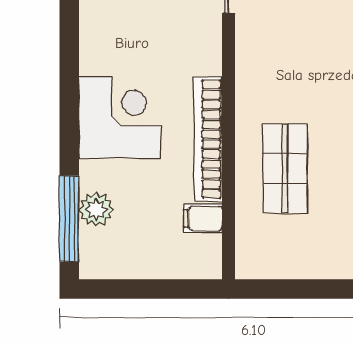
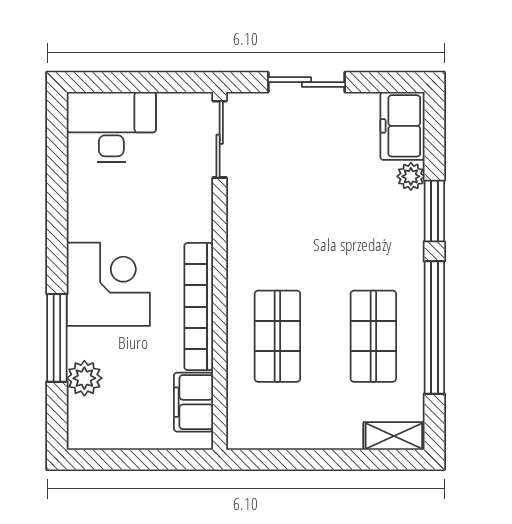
filing cabinet: (203, 218) -> (193, 402), width x2.00
window: (69, 219) -> (57, 338), moved

